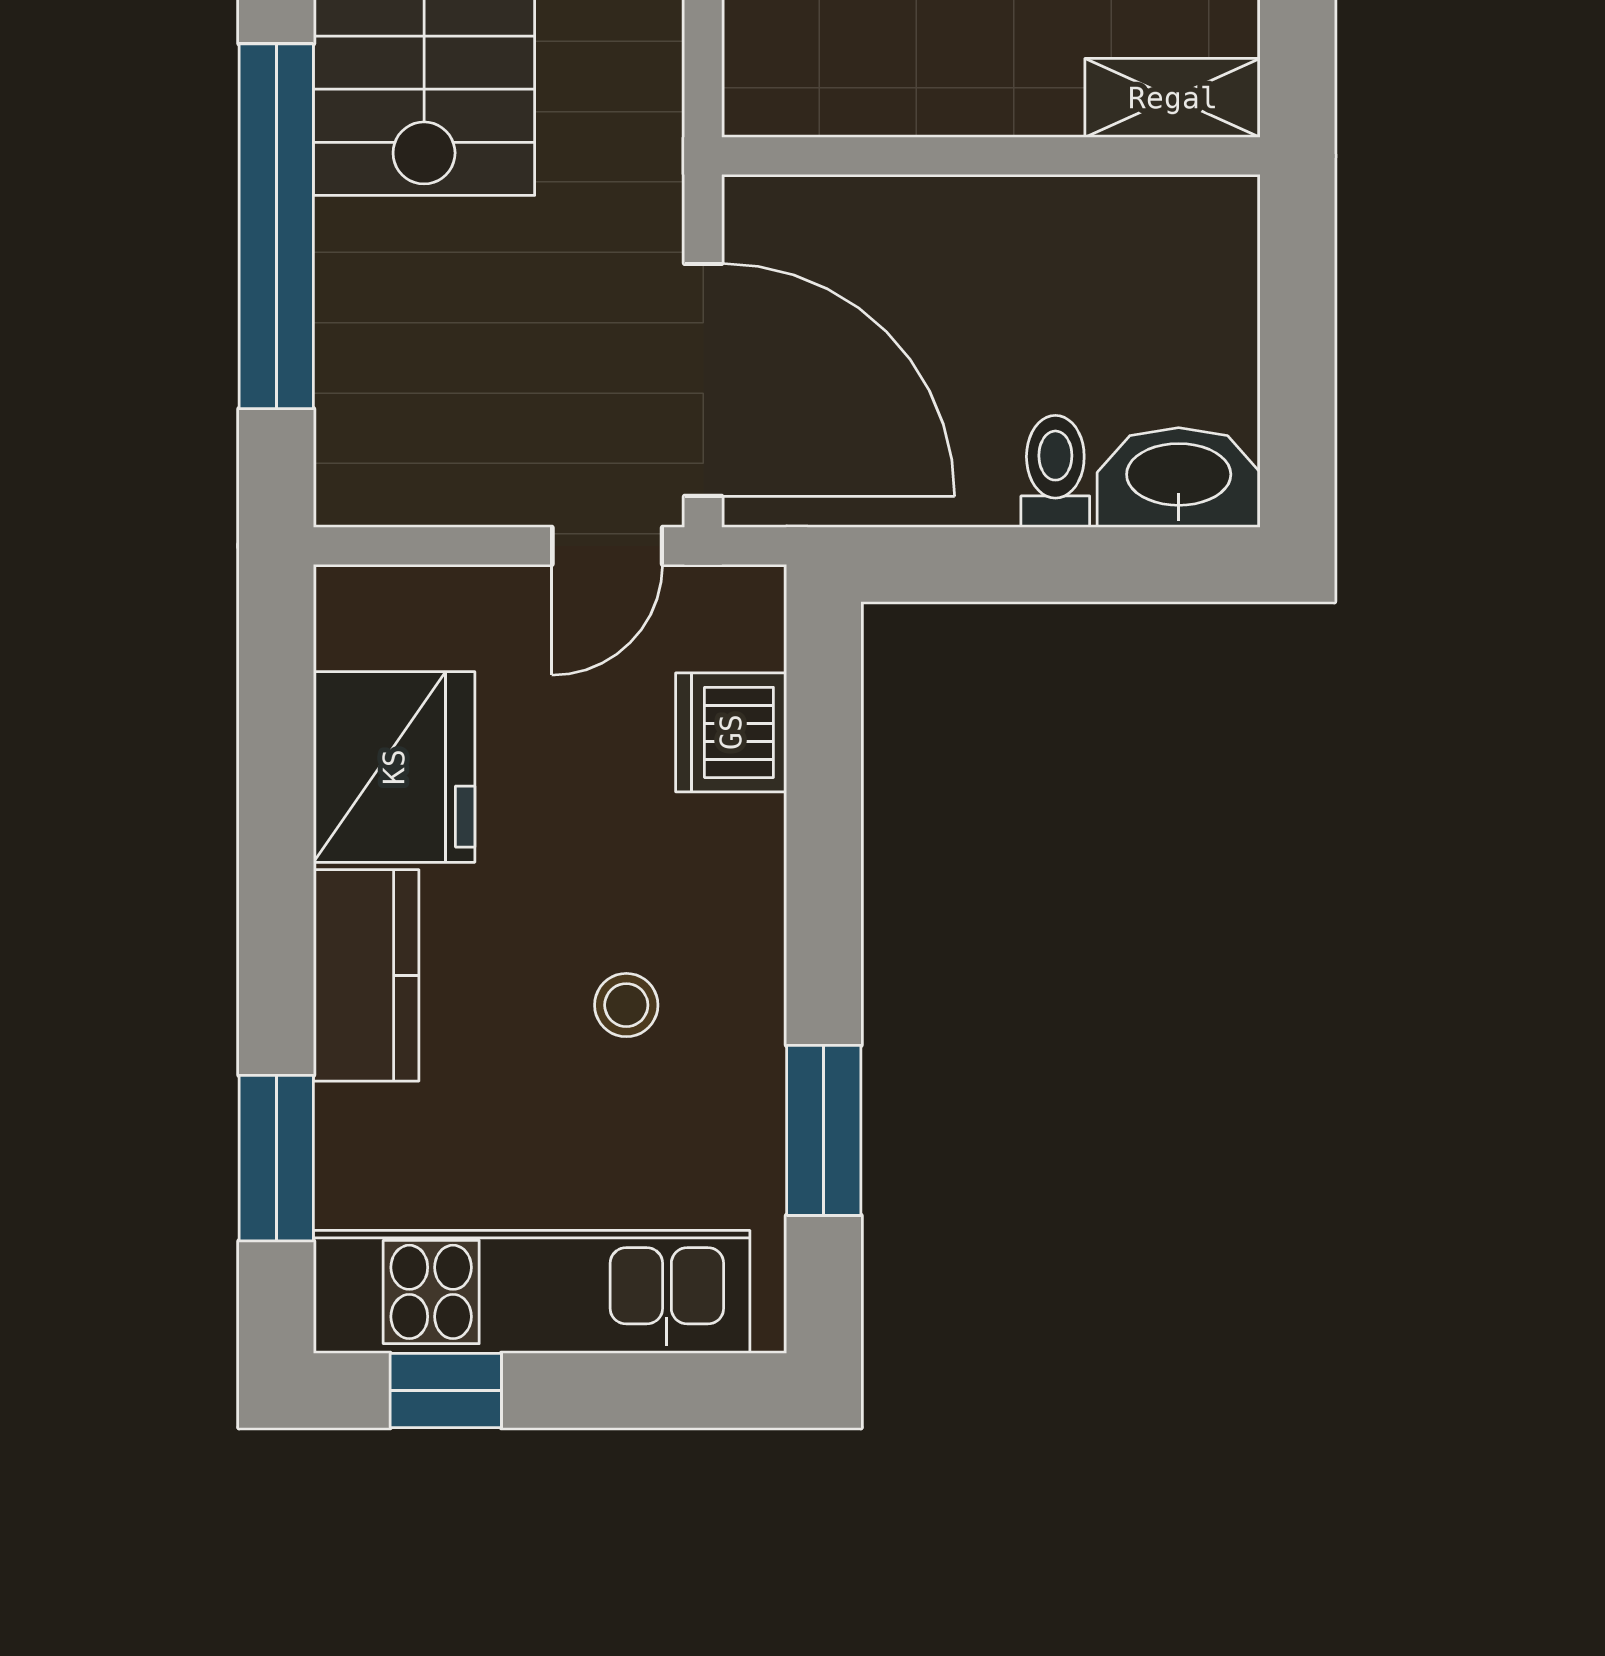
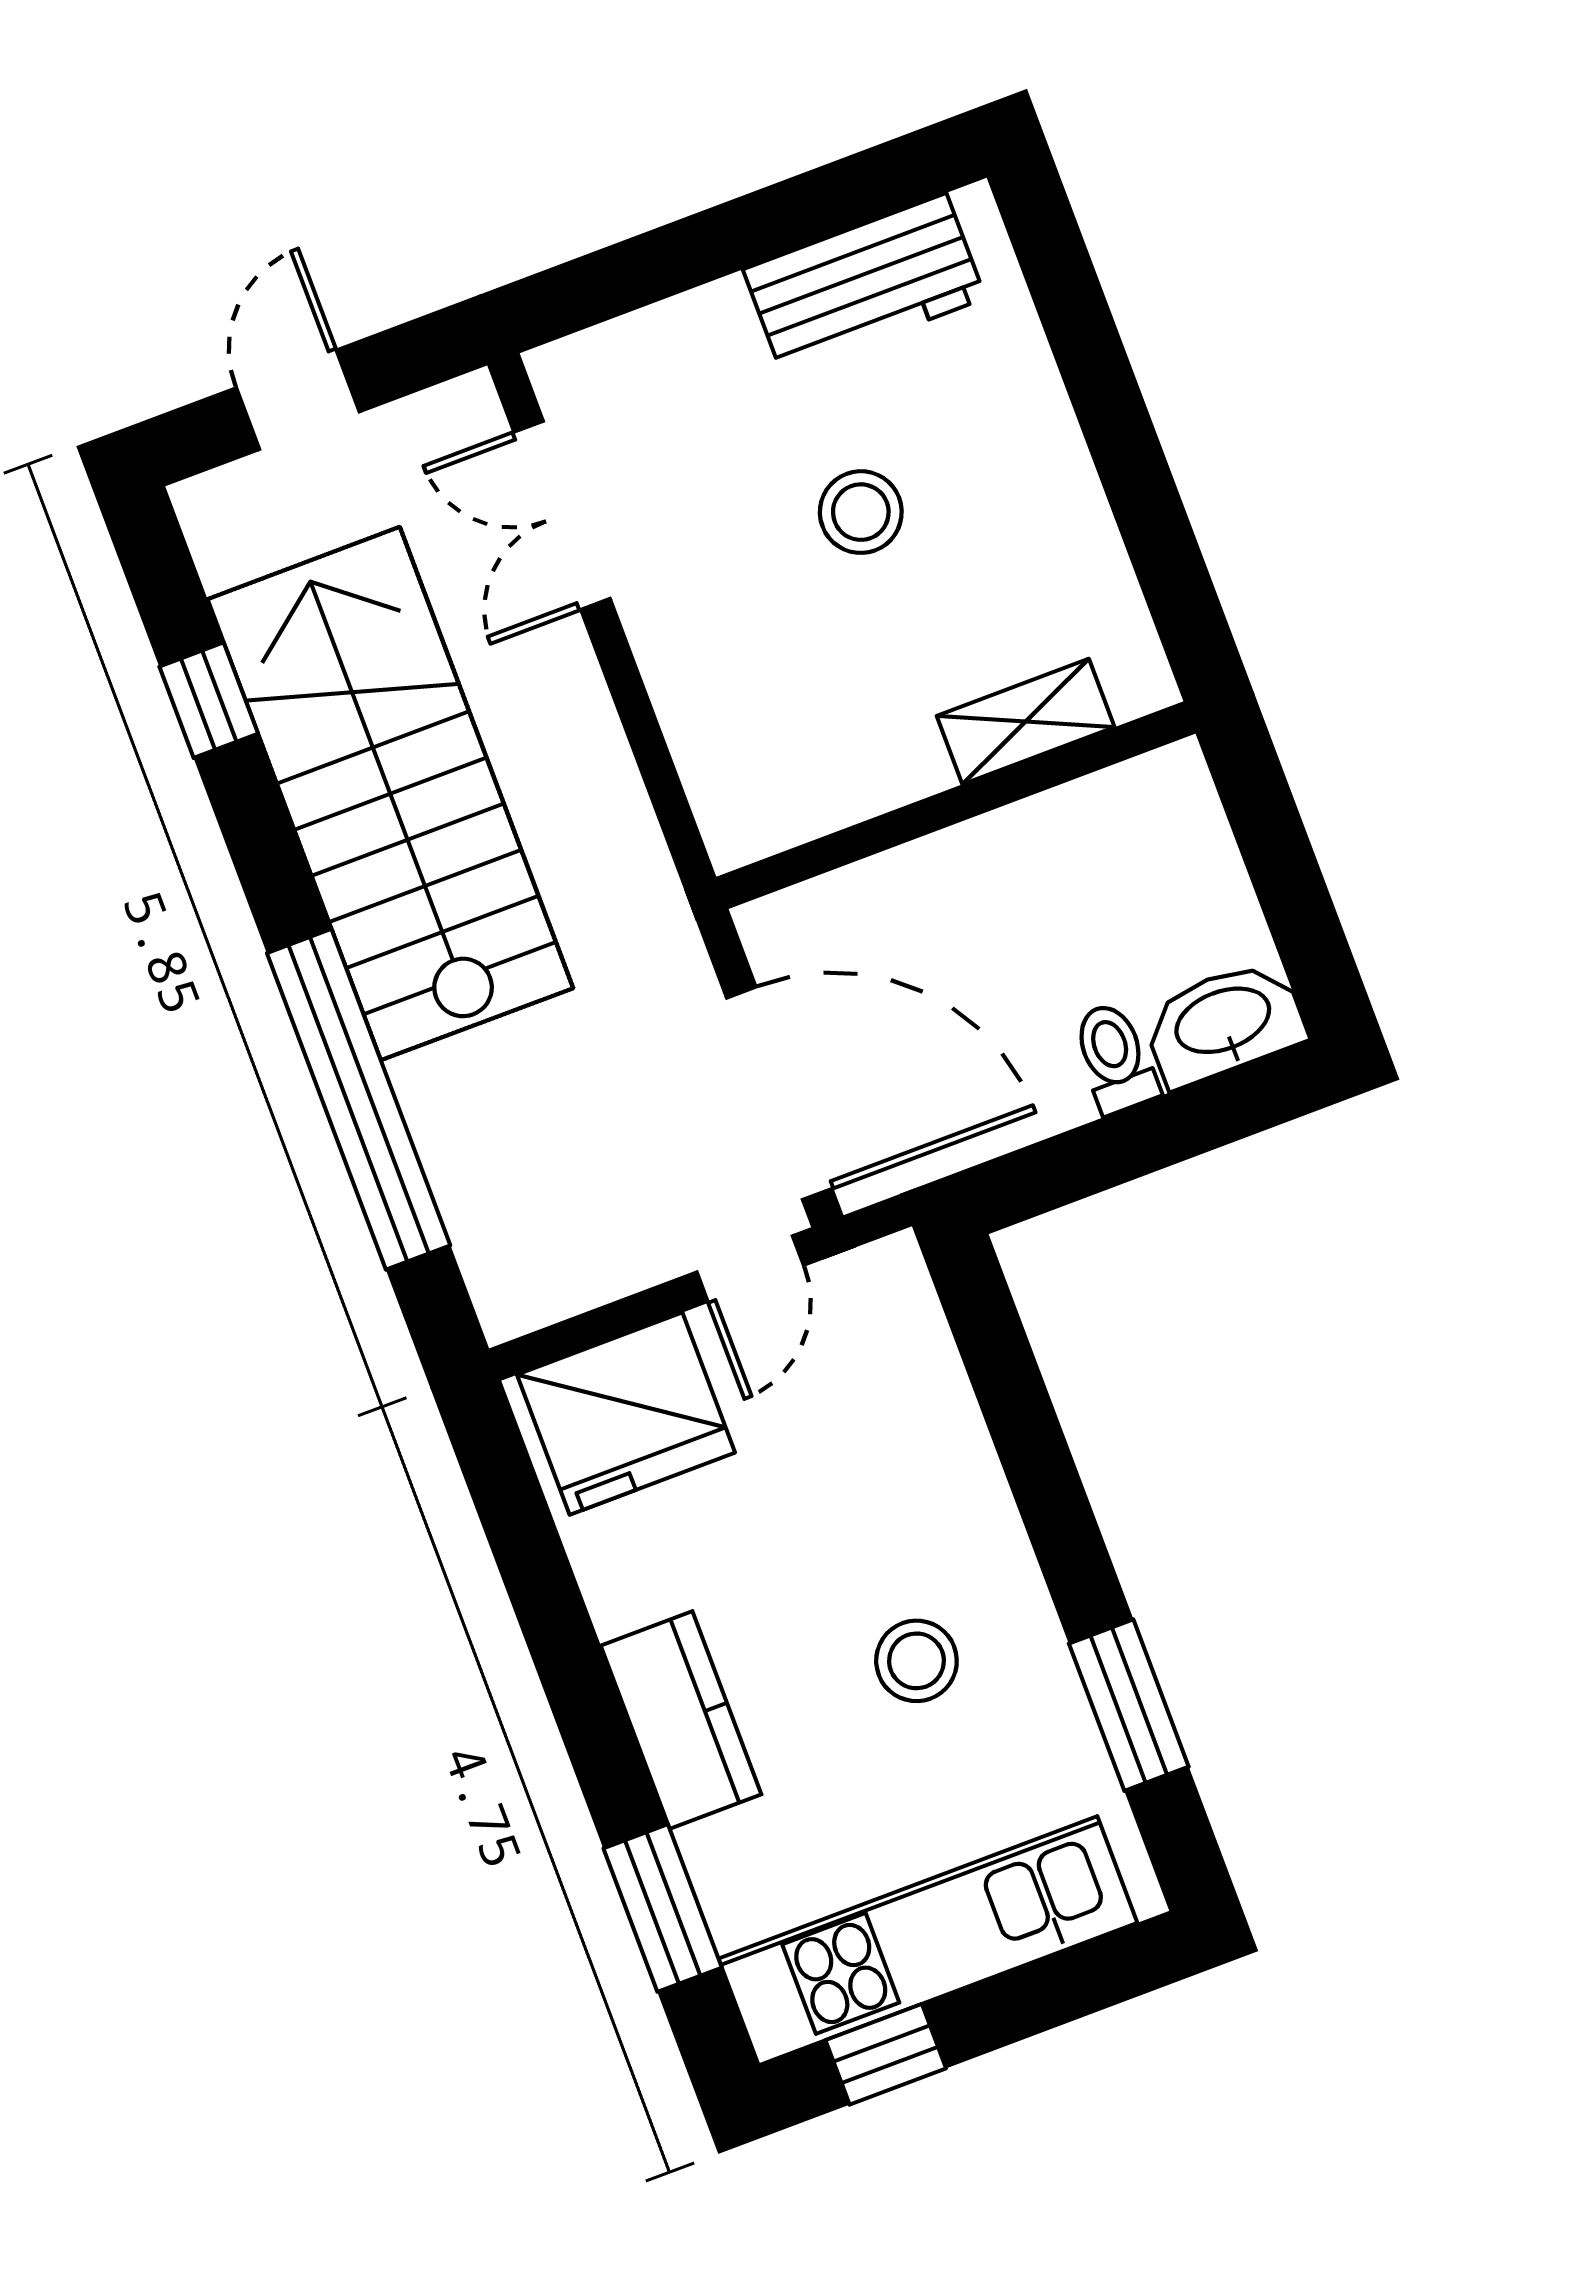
shelving: (1173, 98) -> (1026, 721), moved
dishwasher: (731, 732) -> (919, 1390), removed
fridge: (394, 767) -> (626, 1414), moved, turned 90
stool: (626, 1005) -> (916, 1661), width x1.37, depth x1.37

